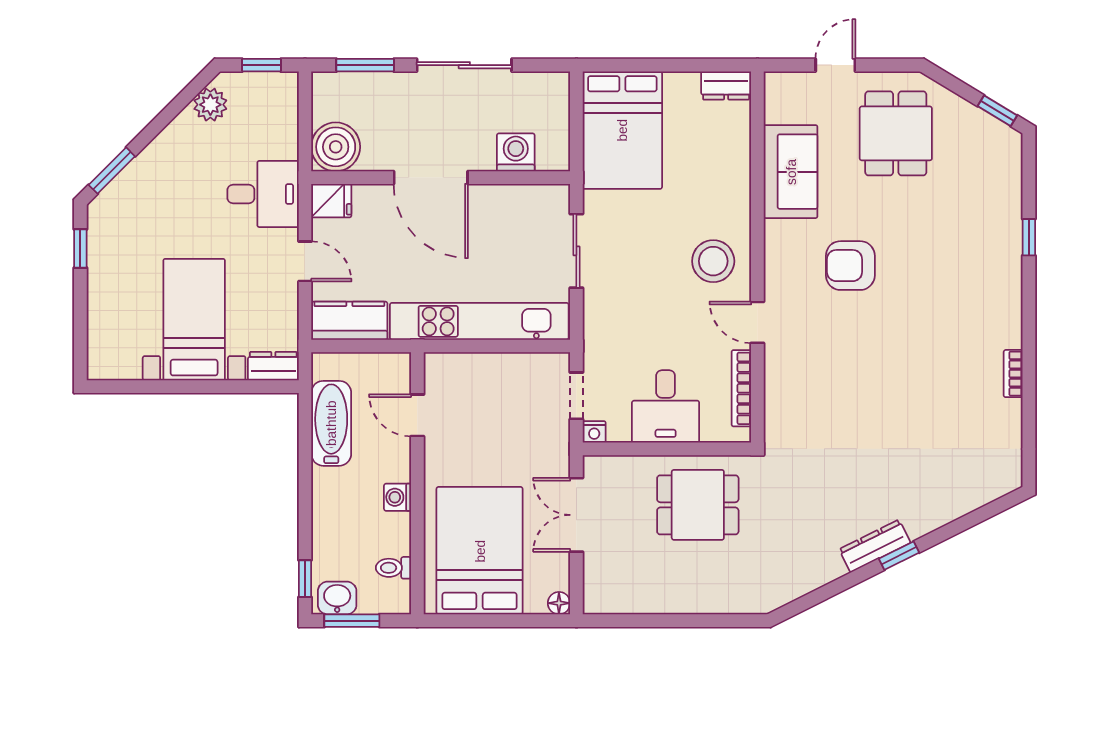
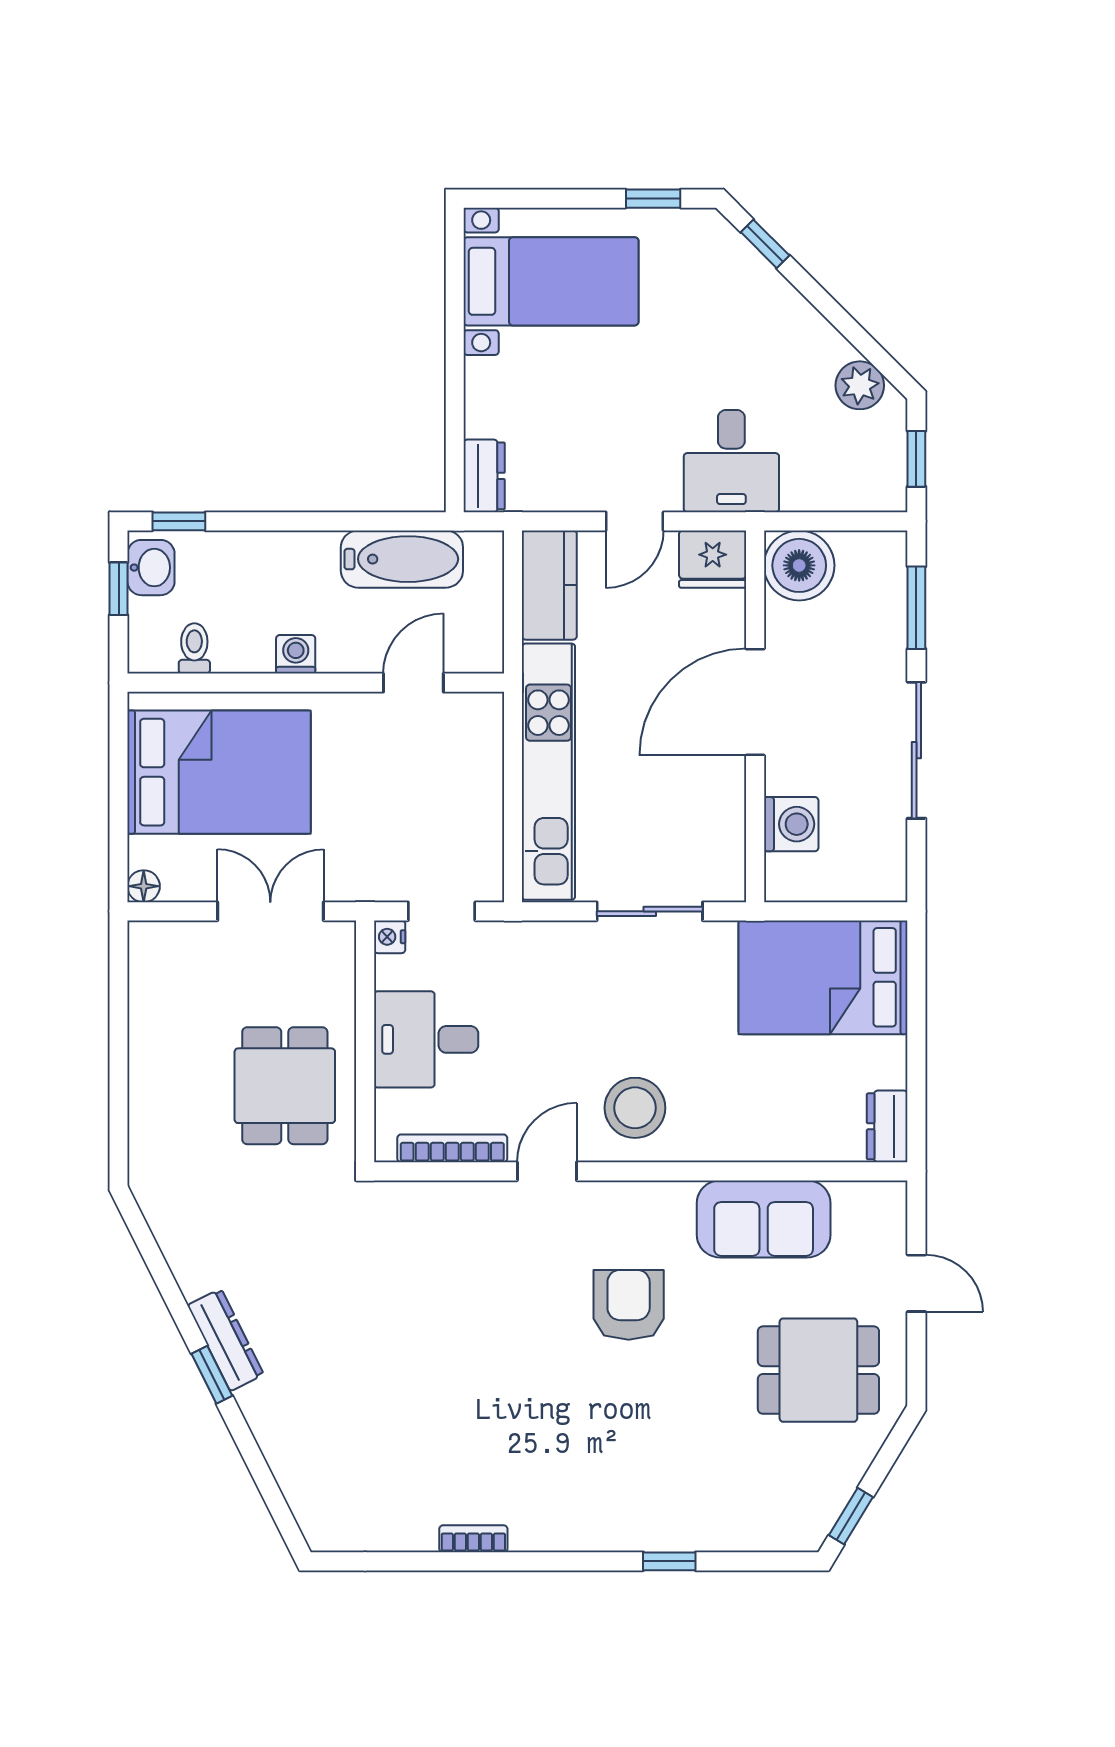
window: (112, 171) -> (765, 244), width x0.67
fridge: (331, 201) -> (713, 559), width x1.38
bed with nightstands: (194, 320) -> (551, 281), moved
window: (352, 621) -> (119, 589), width x0.67

